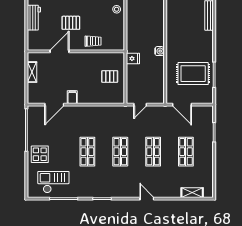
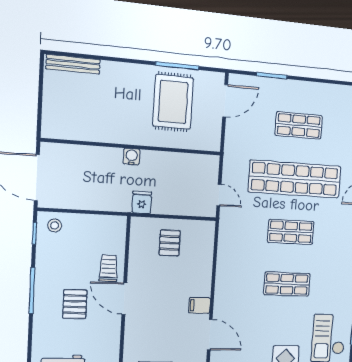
door: (59, 51) -> (124, 299), moved
door: (182, 105) -> (225, 101), moved
shop shelf: (153, 152) -> (295, 179), width x2.00, depth x1.36

